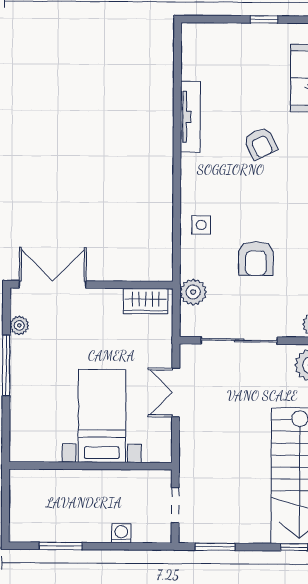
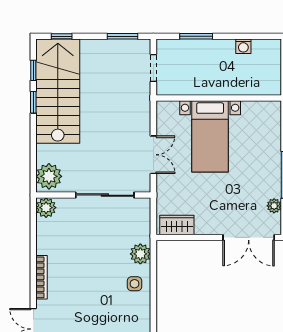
armchair: (256, 258) -> (92, 258), removed
plant: (193, 292) -> (140, 254), moved
washing machine: (121, 533) -> (243, 46), moved
window: (61, 546) -> (196, 36), moved

